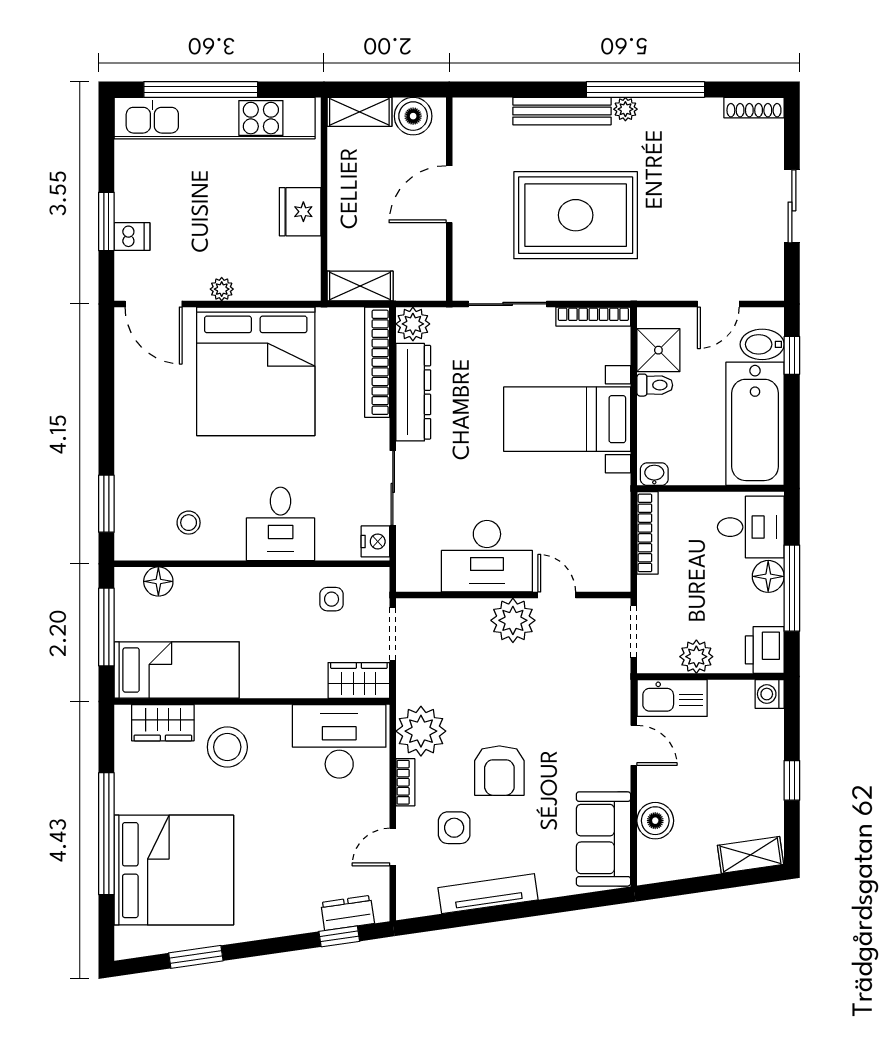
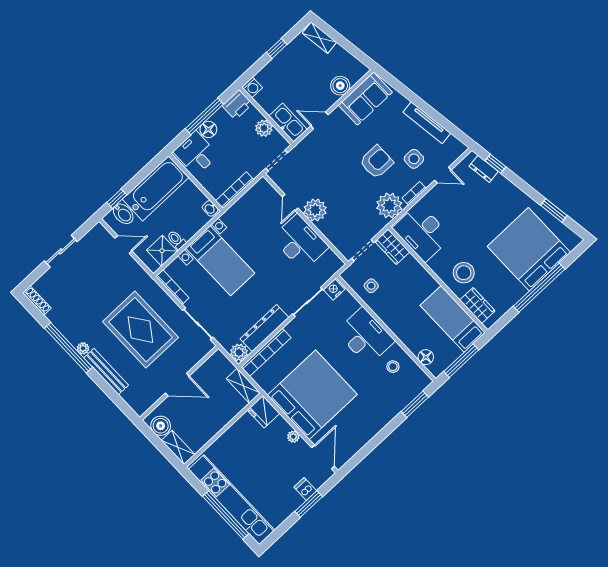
fridge: (300, 212) -> (263, 412), moved, turned 90
desk: (281, 524) -> (365, 336), width x1.37
door: (634, 745) -> (319, 120), hinge flipped

